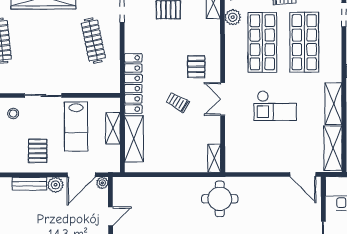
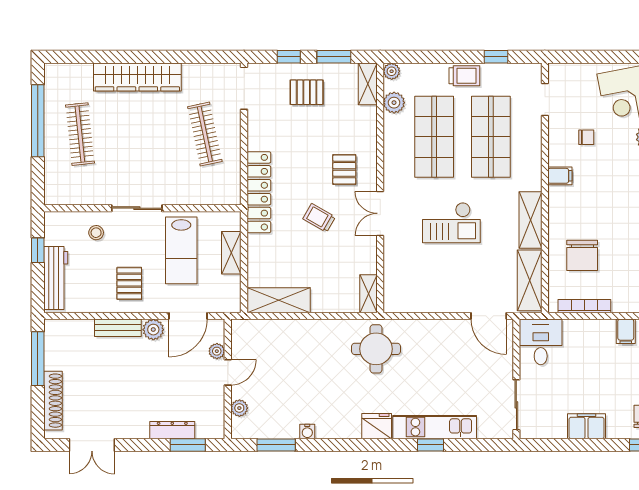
shelving: (134, 139) -> (279, 300), moved, turned 90
plant: (102, 183) -> (217, 351), moved

